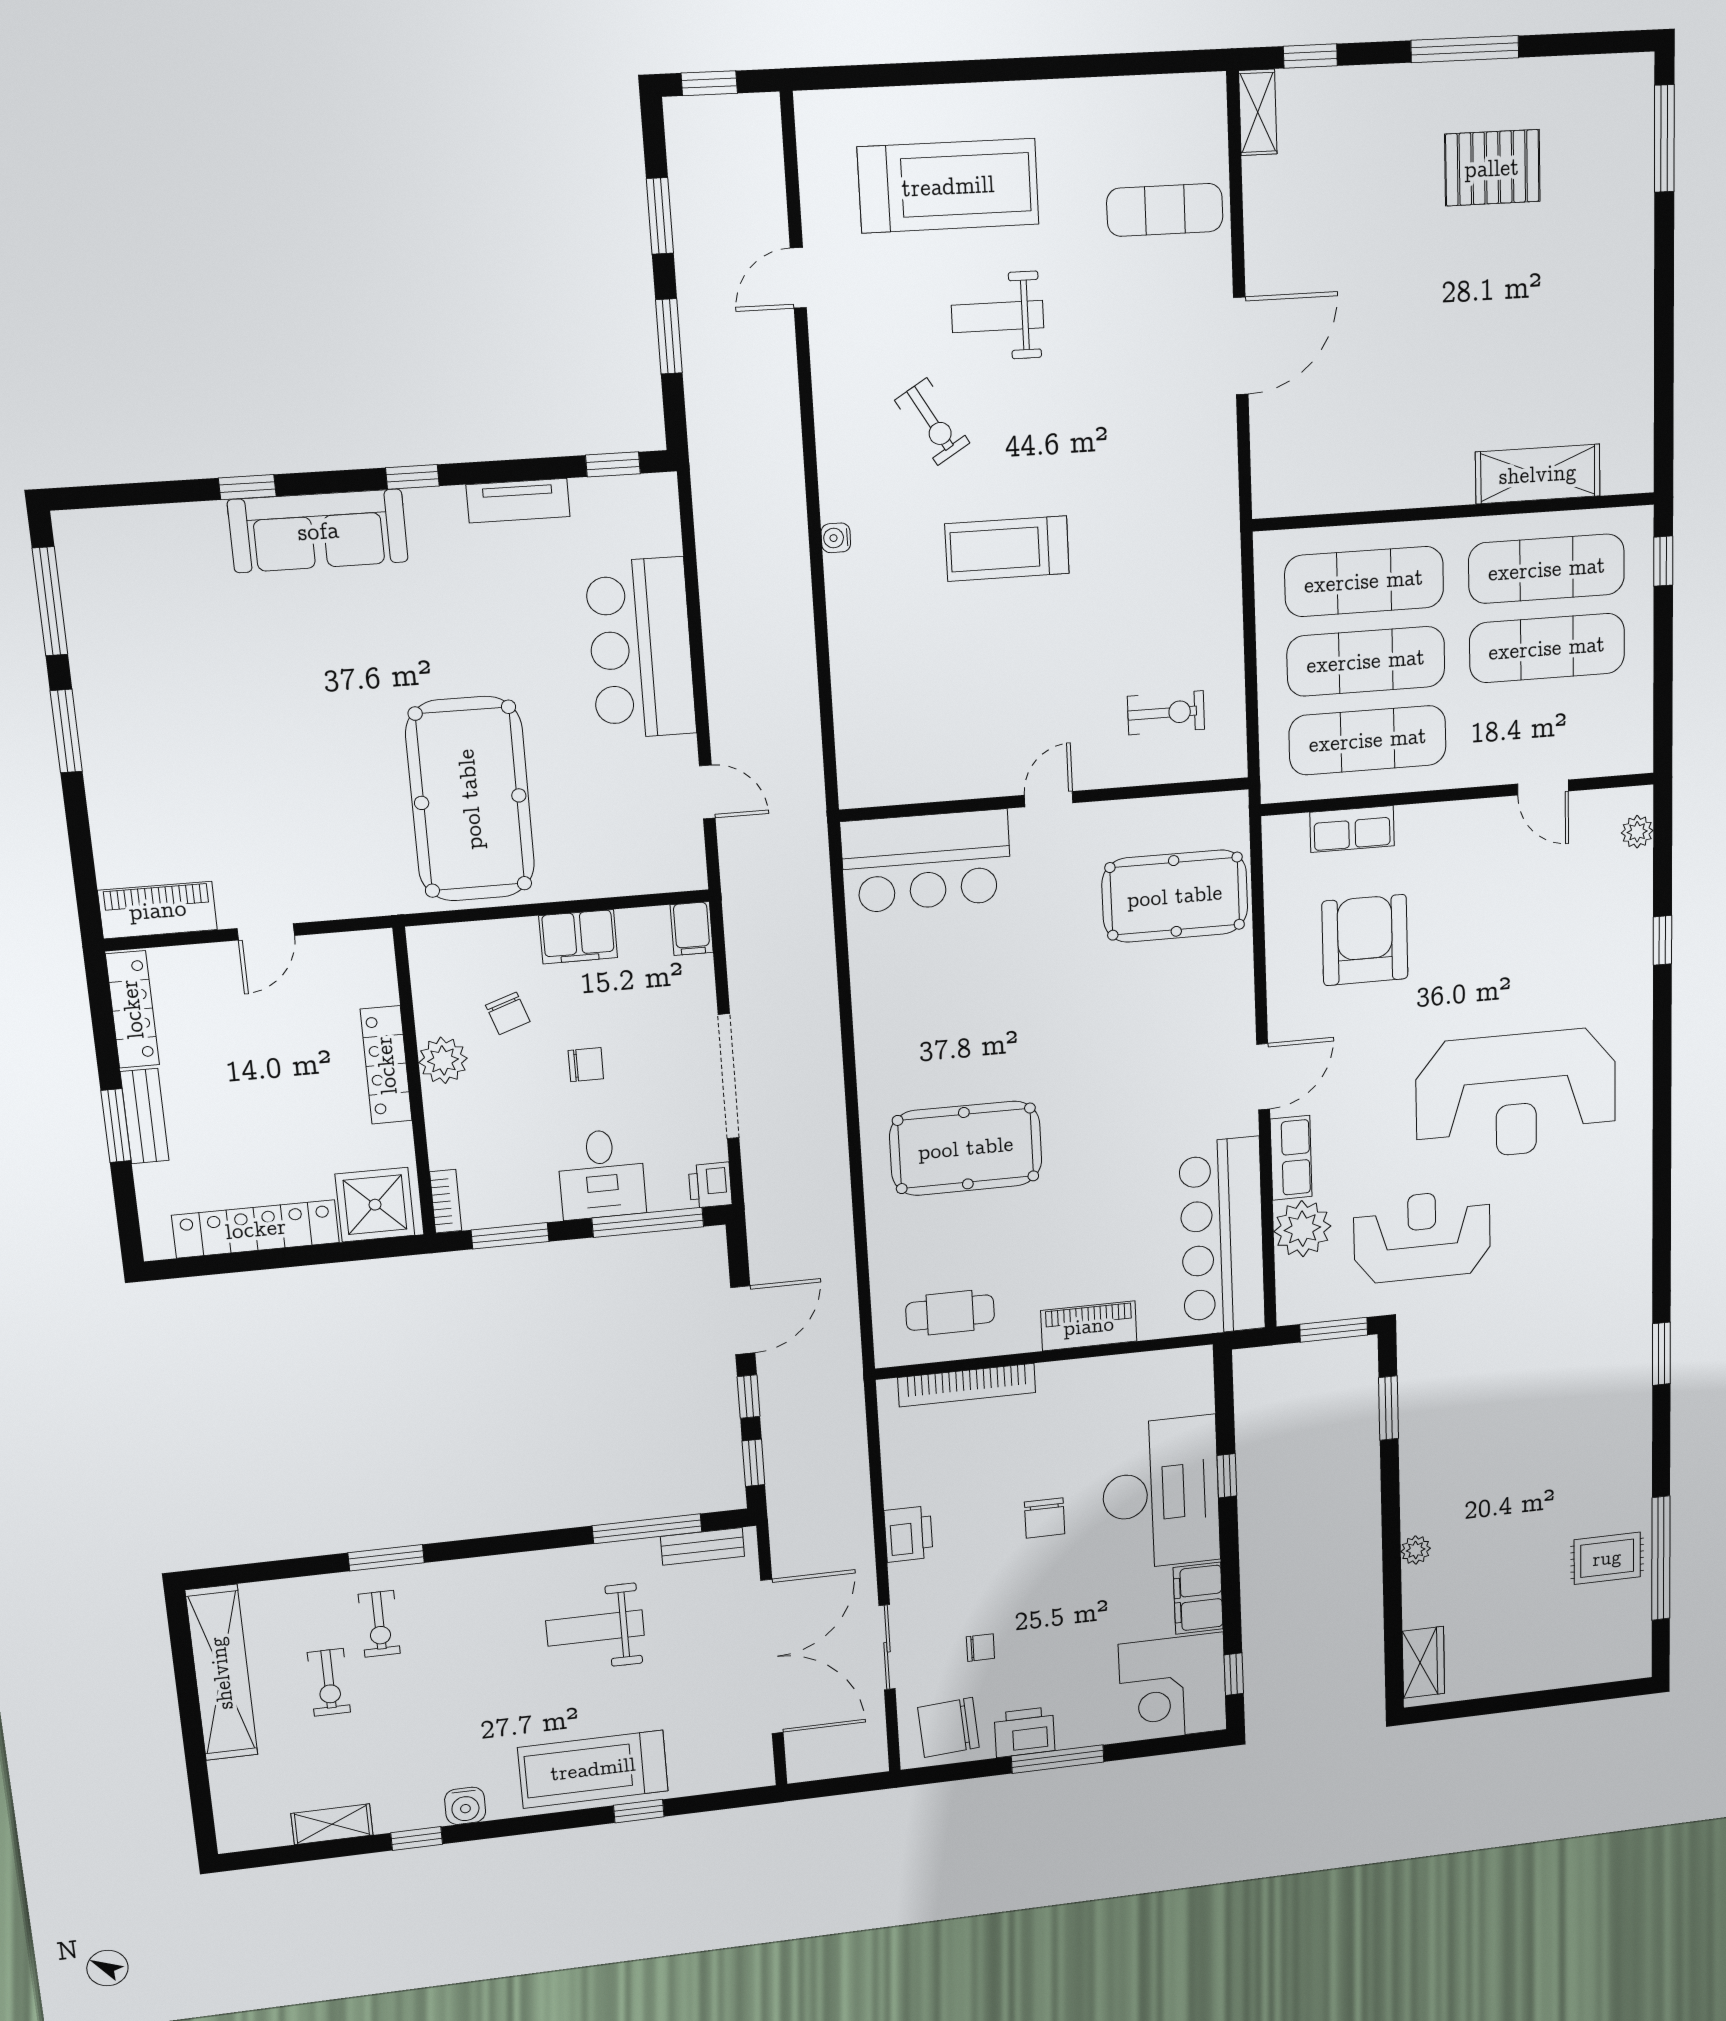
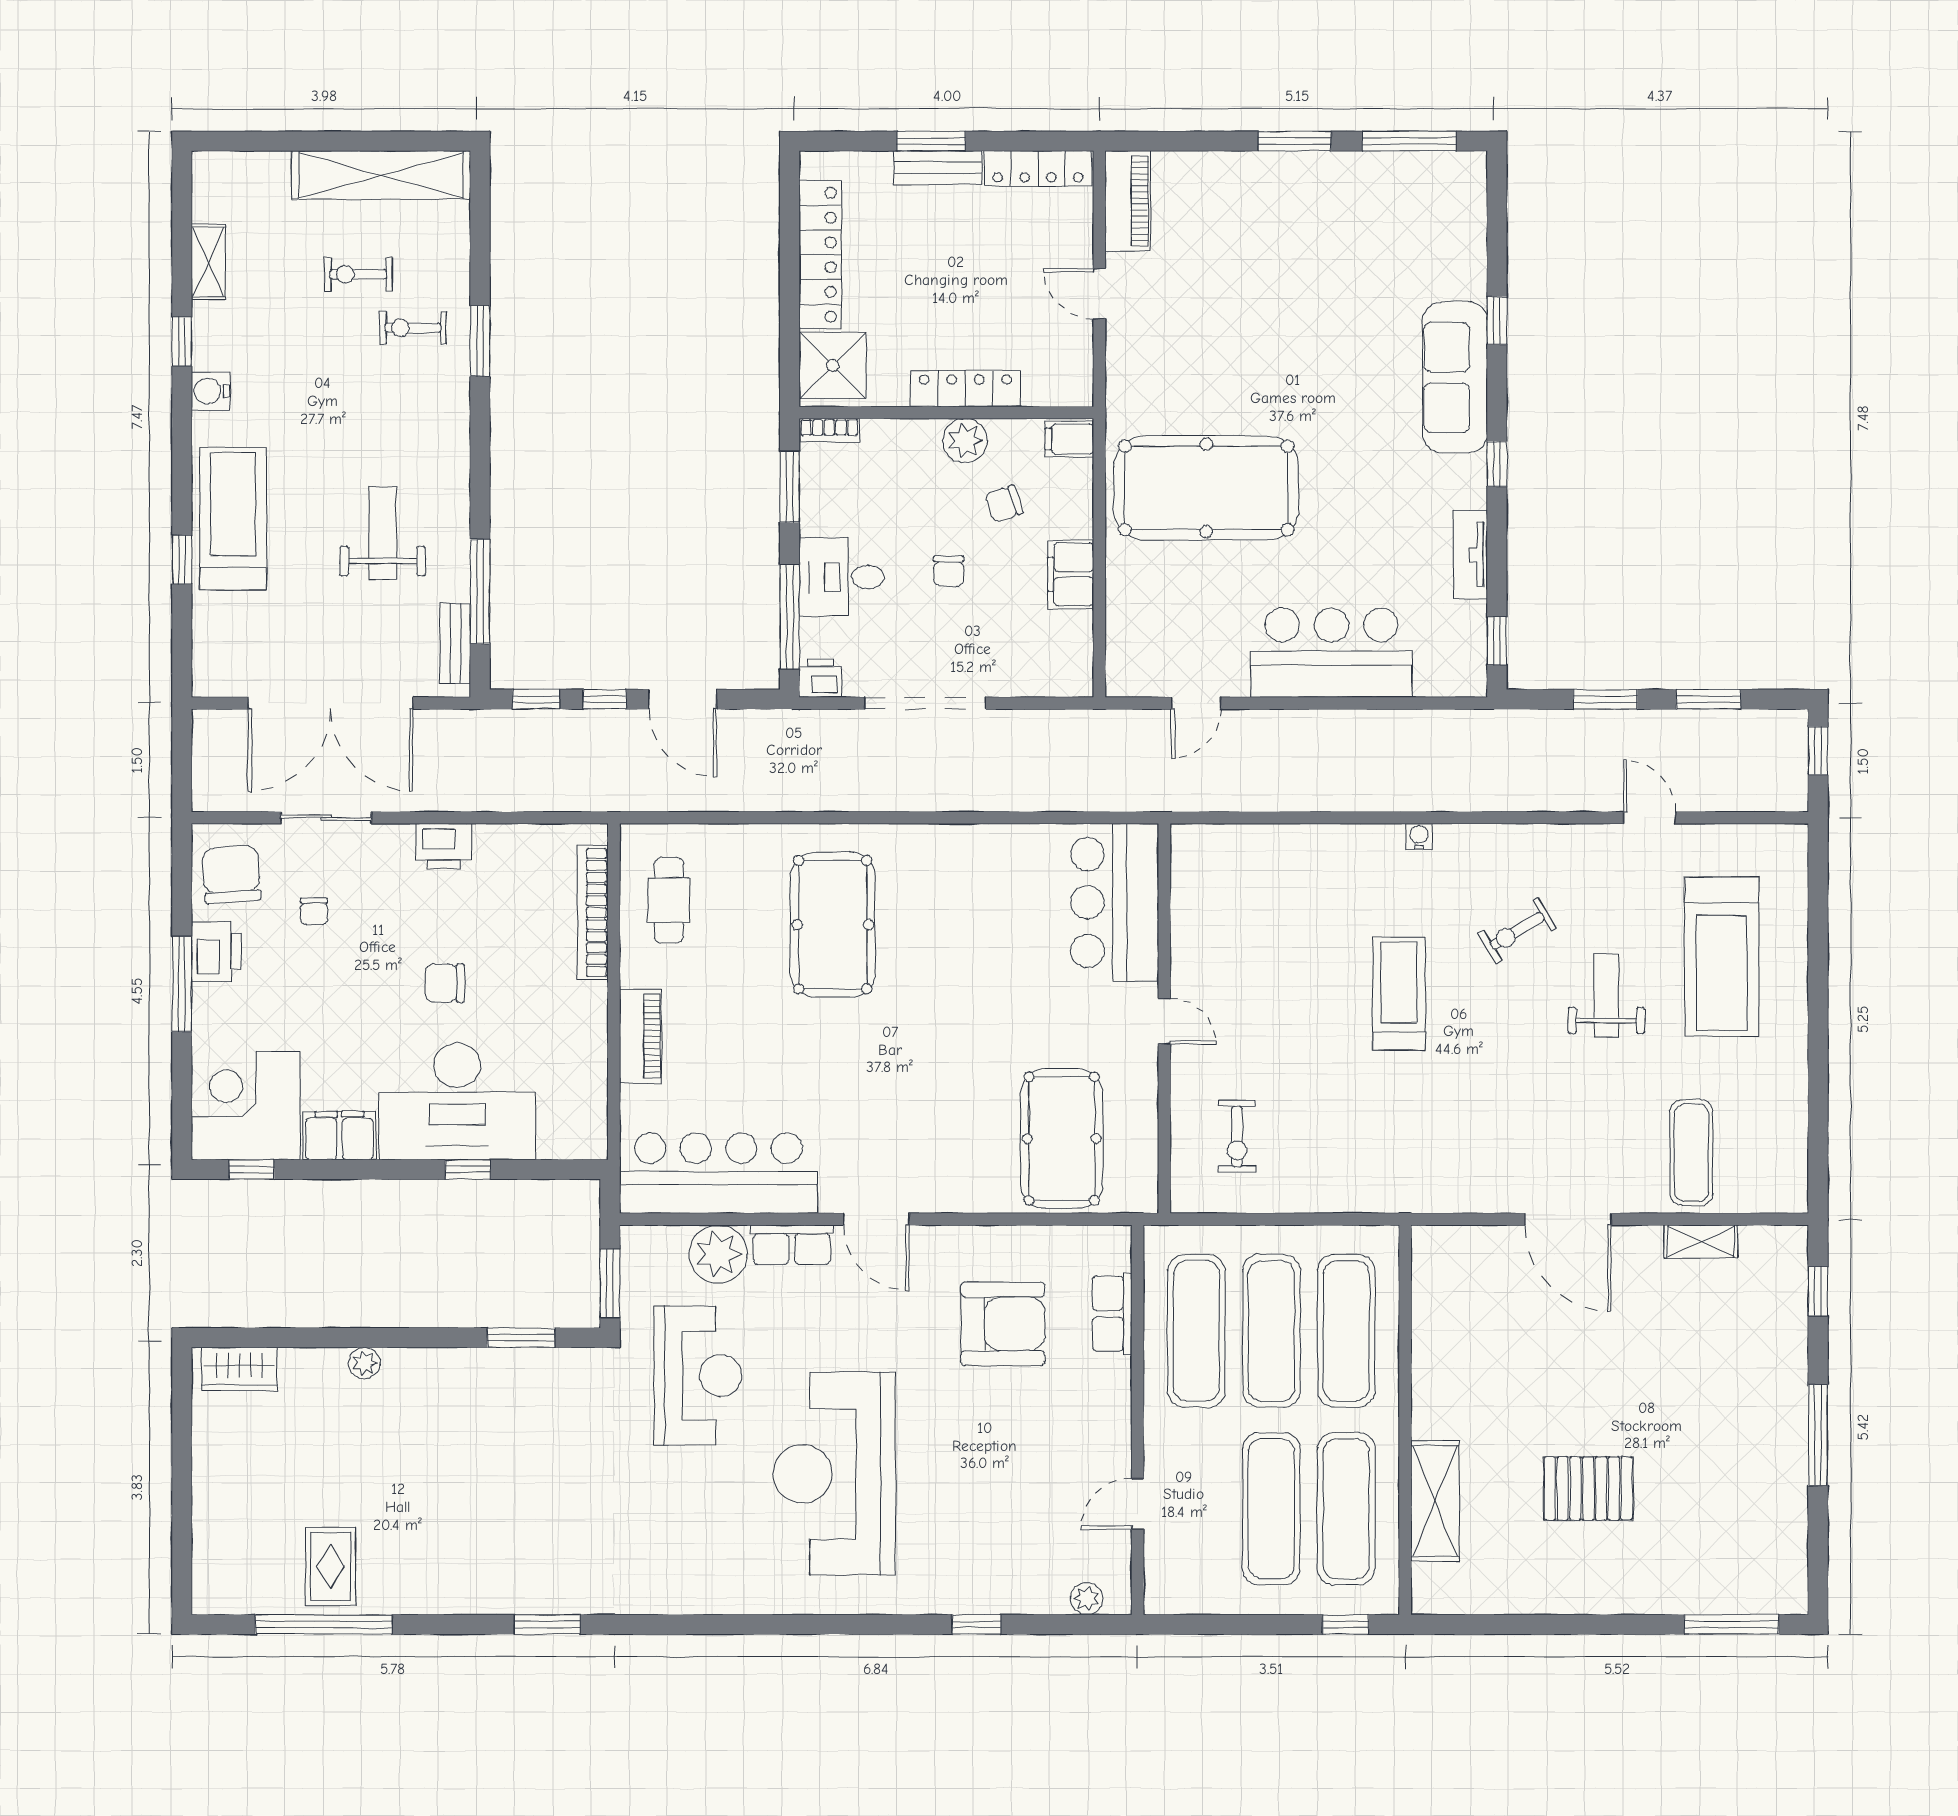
shelving: (1258, 112) -> (1701, 1241), moved
pallet: (1492, 168) -> (1588, 1488), moved, turned 90
filing cabinet: (692, 929) -> (1069, 439), moved

